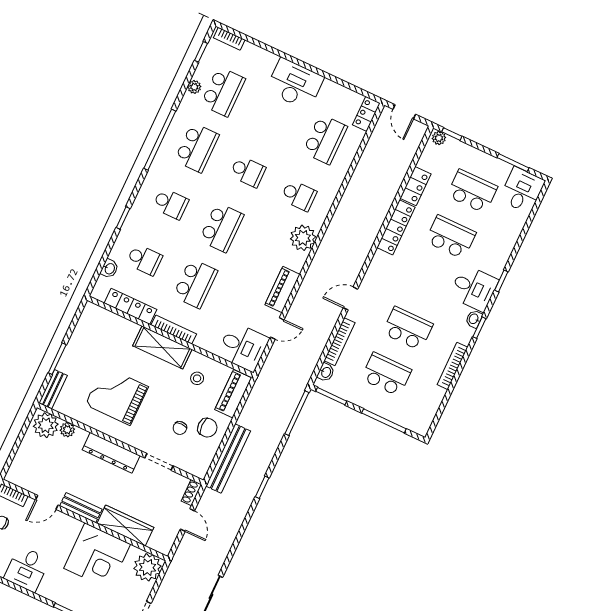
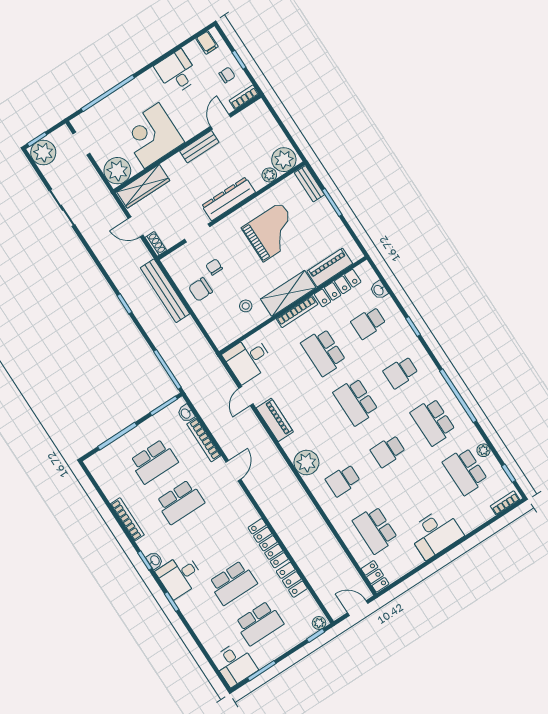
piano: (233, 394) -> (330, 267), moved, turned -90
wardrobe: (125, 525) -> (143, 186), moved

